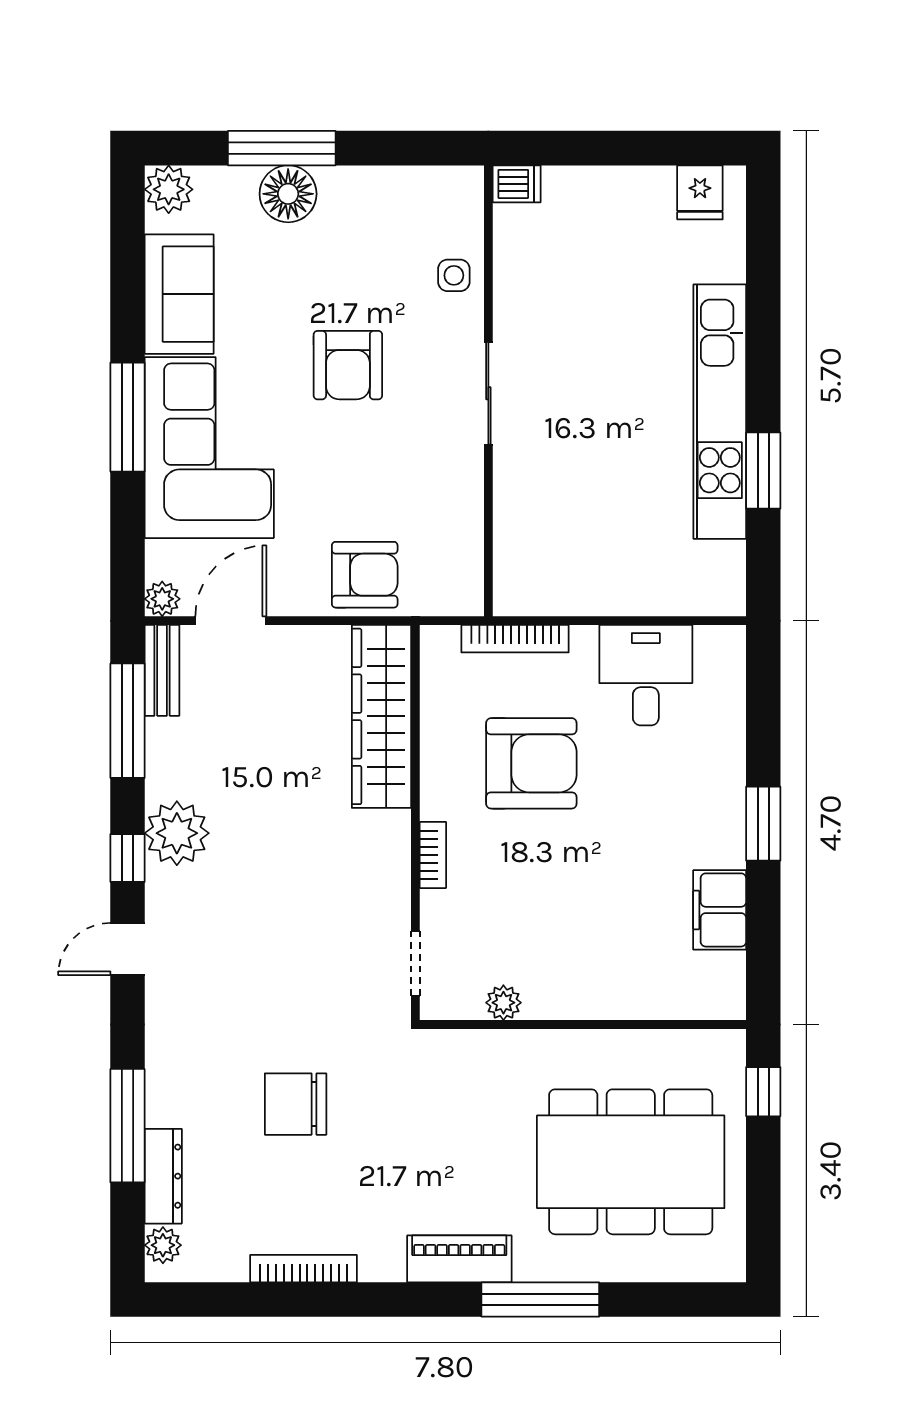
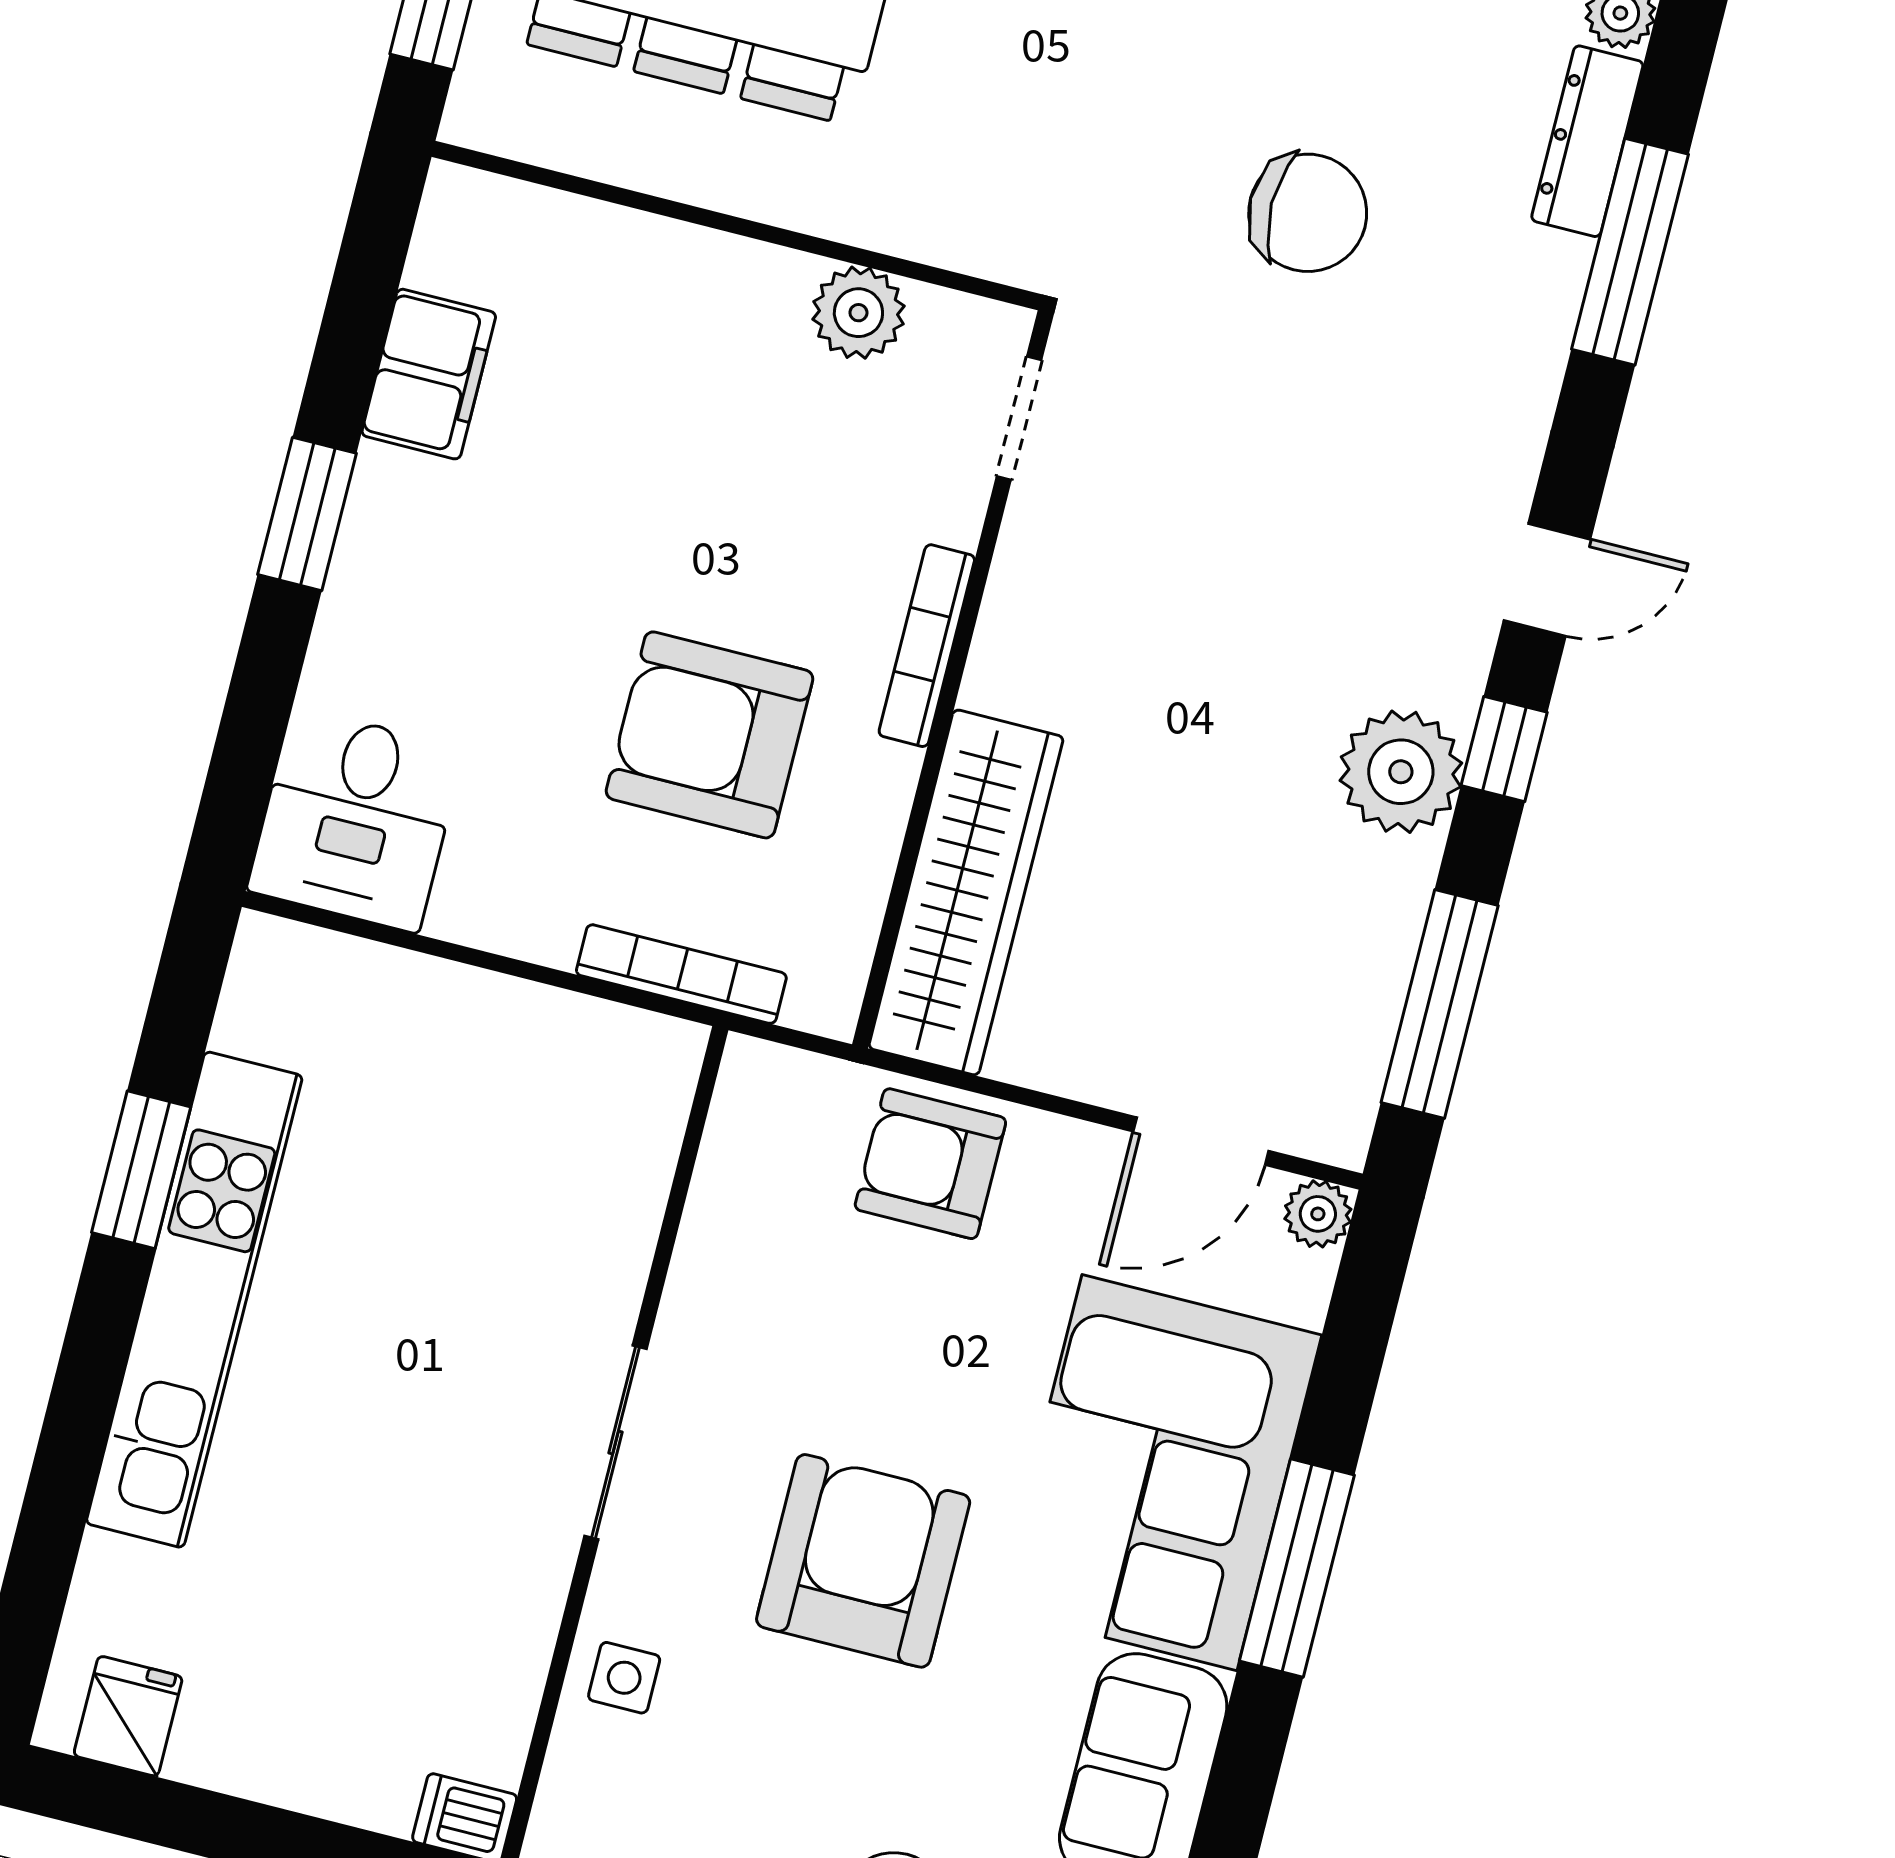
armchair: (348, 365) -> (863, 1561), width x1.36, depth x1.36
bench: (162, 670) -> (1352, 1081), removed
desk: (646, 675) -> (356, 820), moved
bookcase: (433, 855) -> (927, 646), width x1.56
plant: (503, 1003) -> (858, 313), width x1.38, depth x1.38

